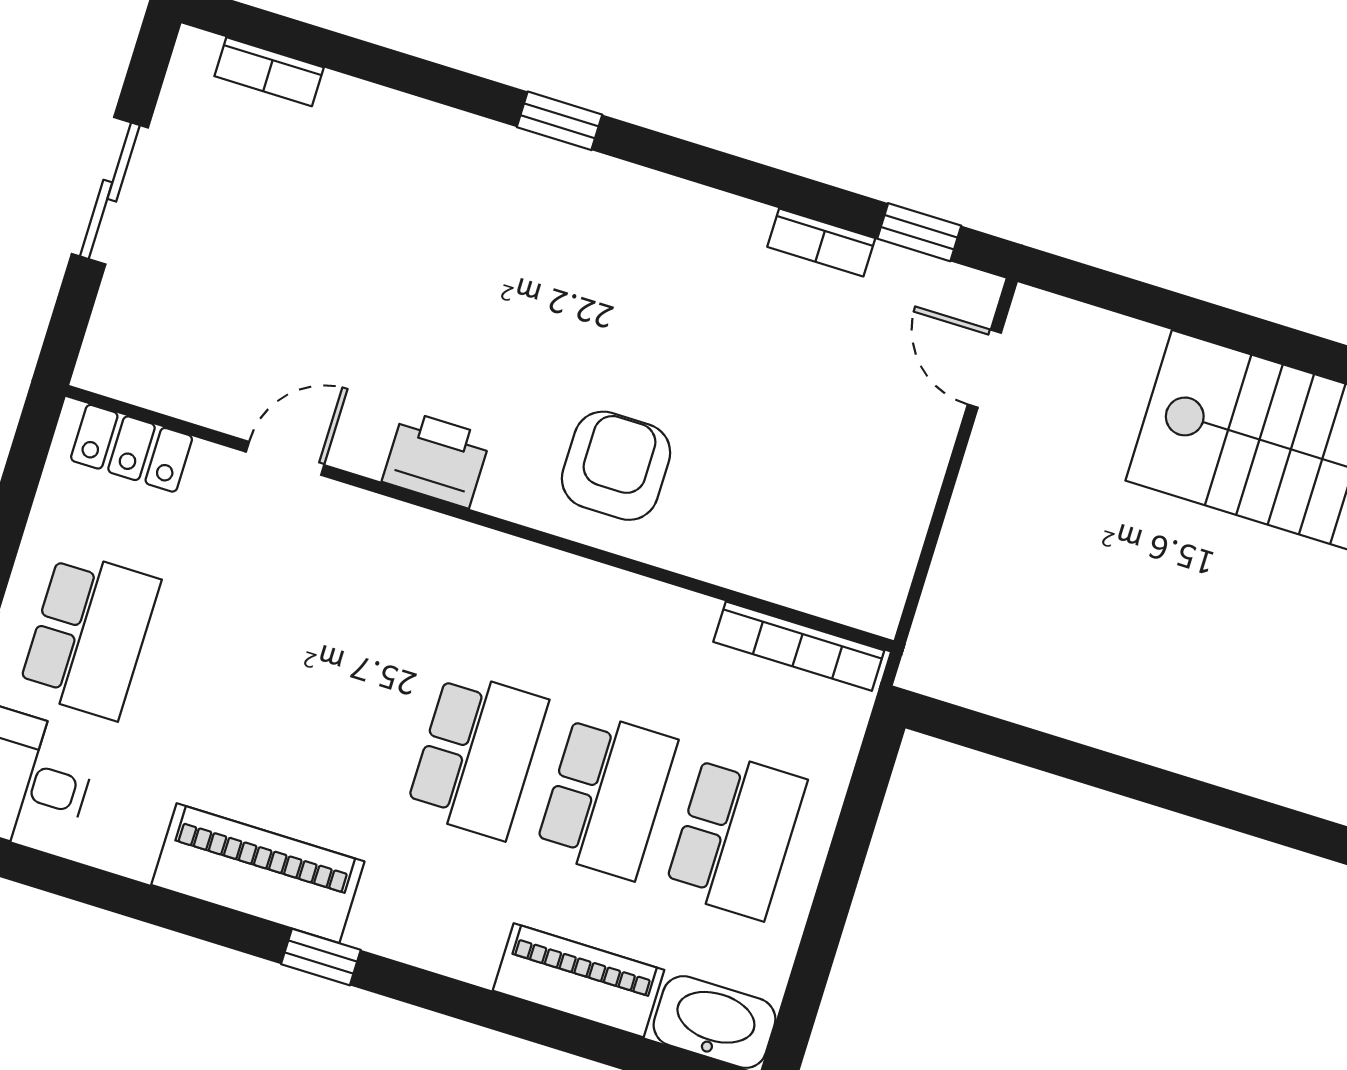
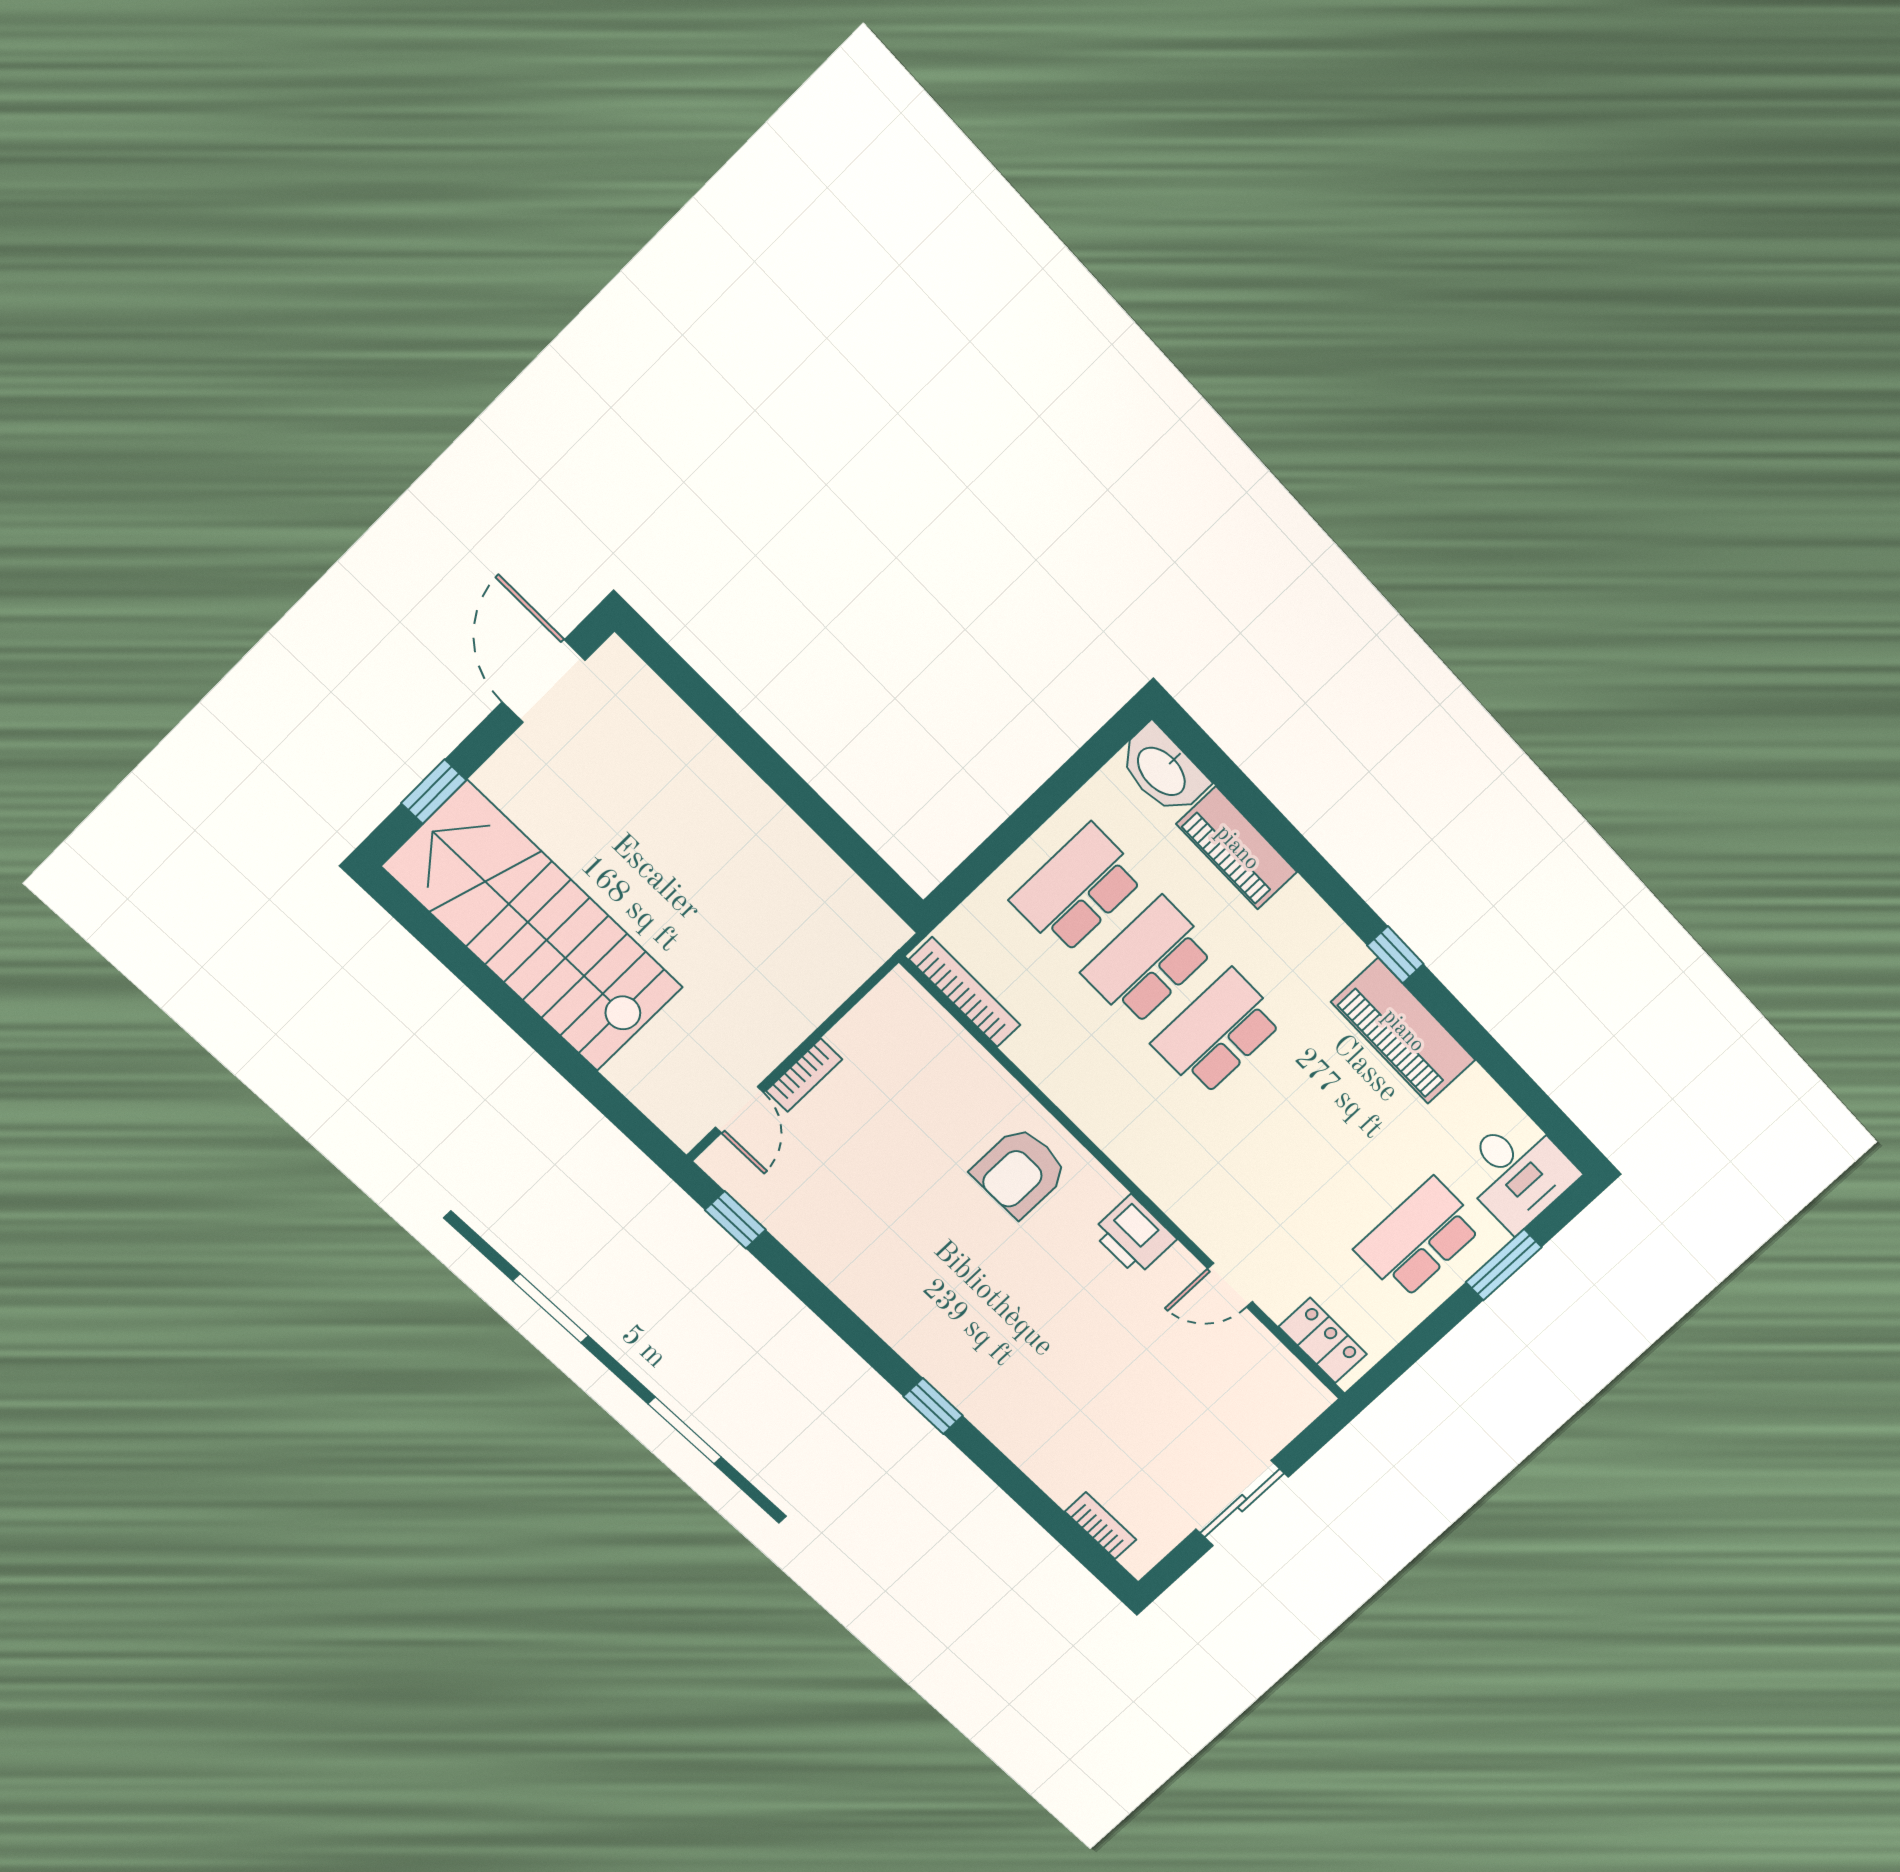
bookcase: (821, 242) -> (804, 1075), moved, turned 90

